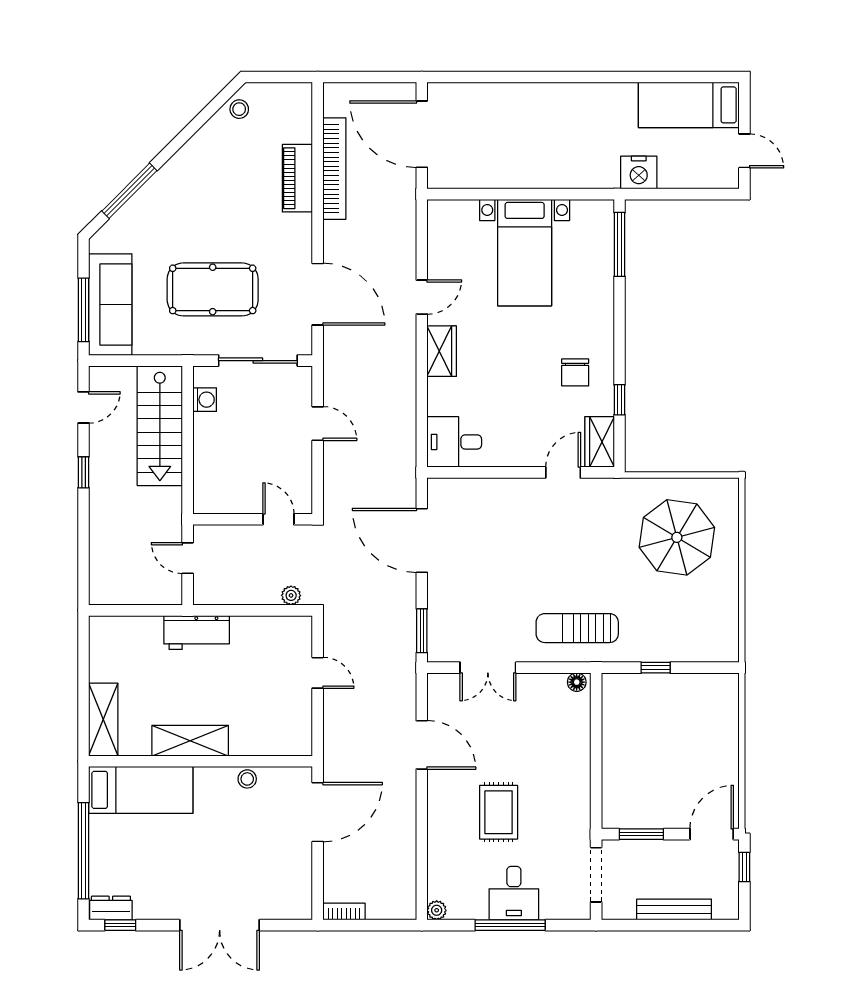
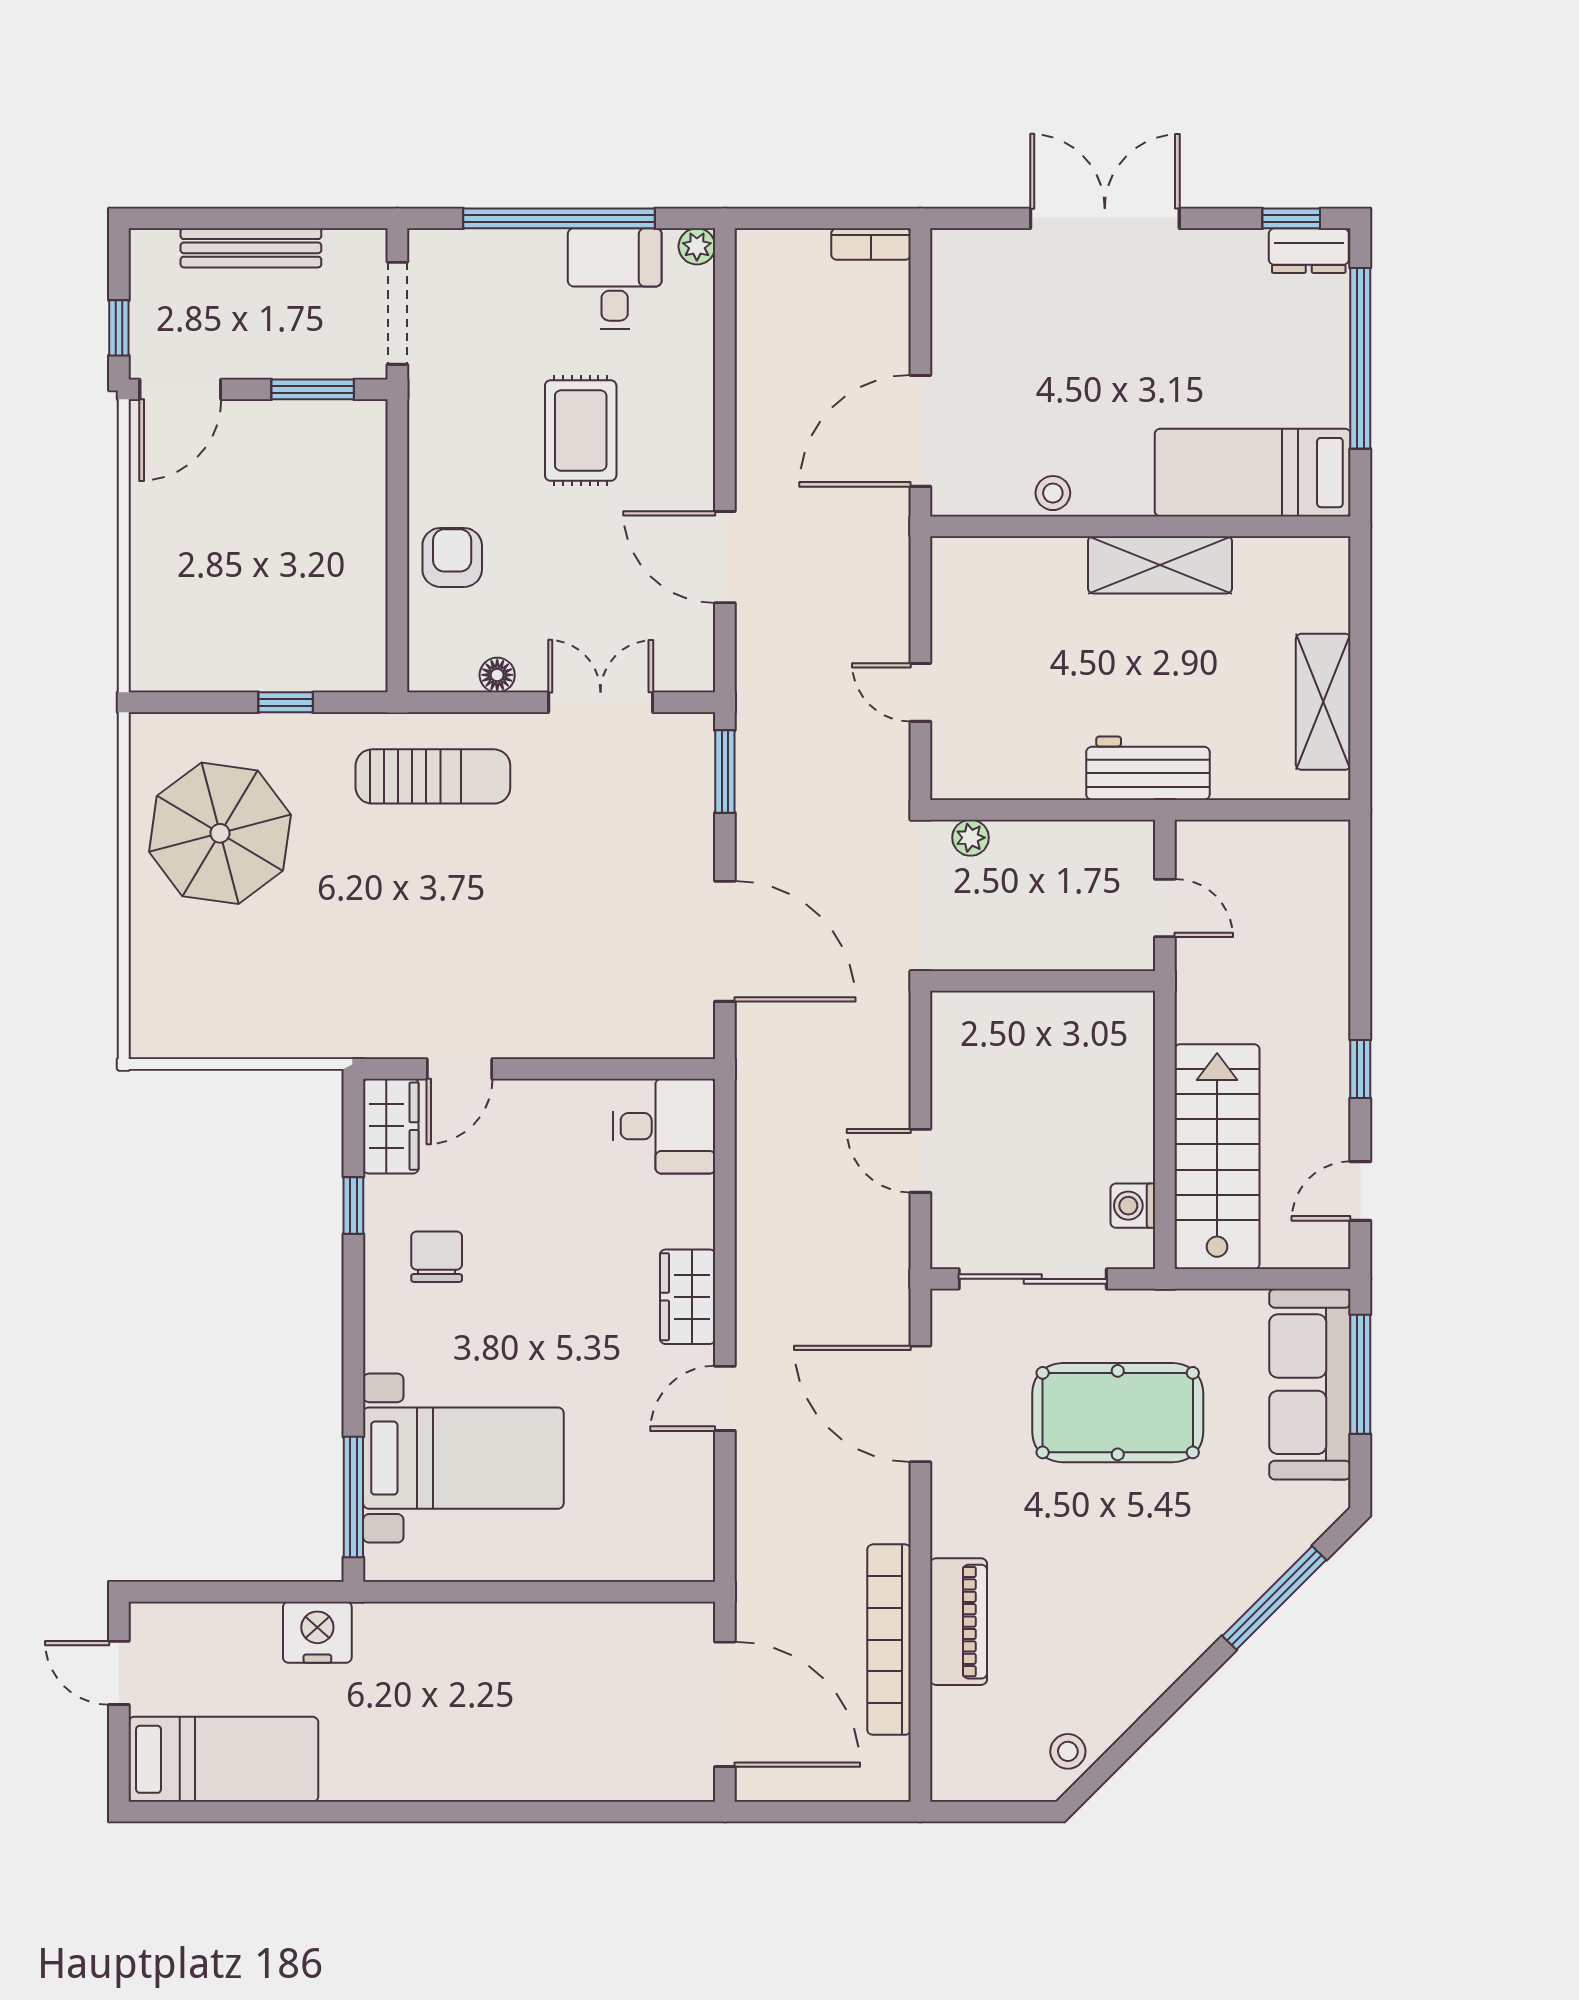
bed with nightstands: (525, 253) -> (463, 1458), moved, turned 90
door: (278, 519) -> (994, 981), removed
parasol: (677, 537) -> (220, 833), moved
floor lamp: (577, 682) -> (497, 675), moved
shelving: (103, 719) -> (1323, 702), moved
armchair: (567, 745) -> (452, 557), added
desk: (514, 893) -> (615, 279), moved
window: (510, 925) -> (559, 218), width x1.46

